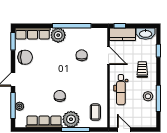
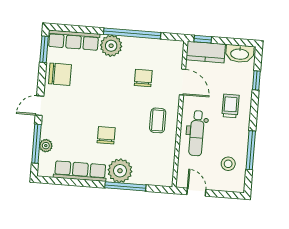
stool: (148, 96) -> (228, 164), moved
coffee table: (95, 112) -> (158, 120), moved

